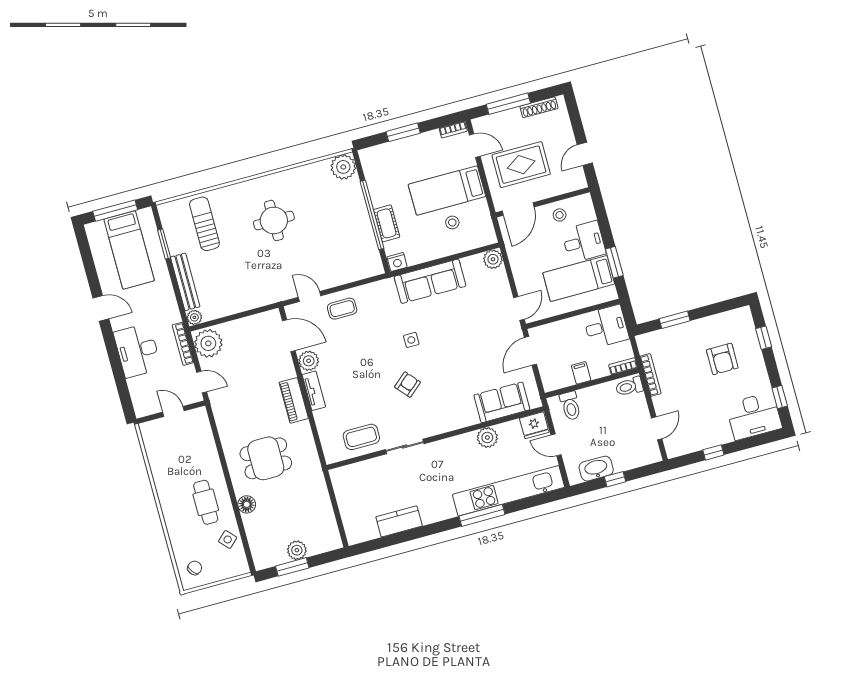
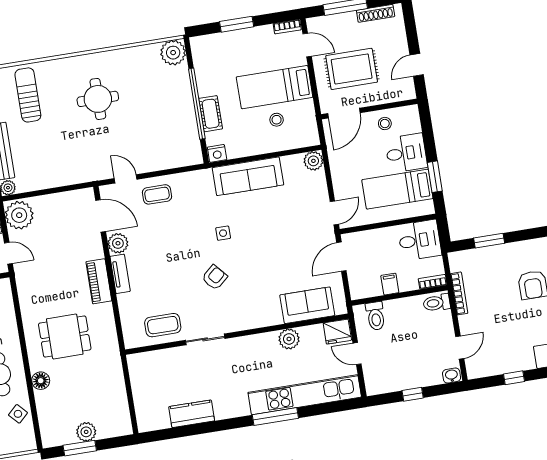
washbasin: (596, 469) -> (452, 376), moved, width x0.52, depth x0.69

